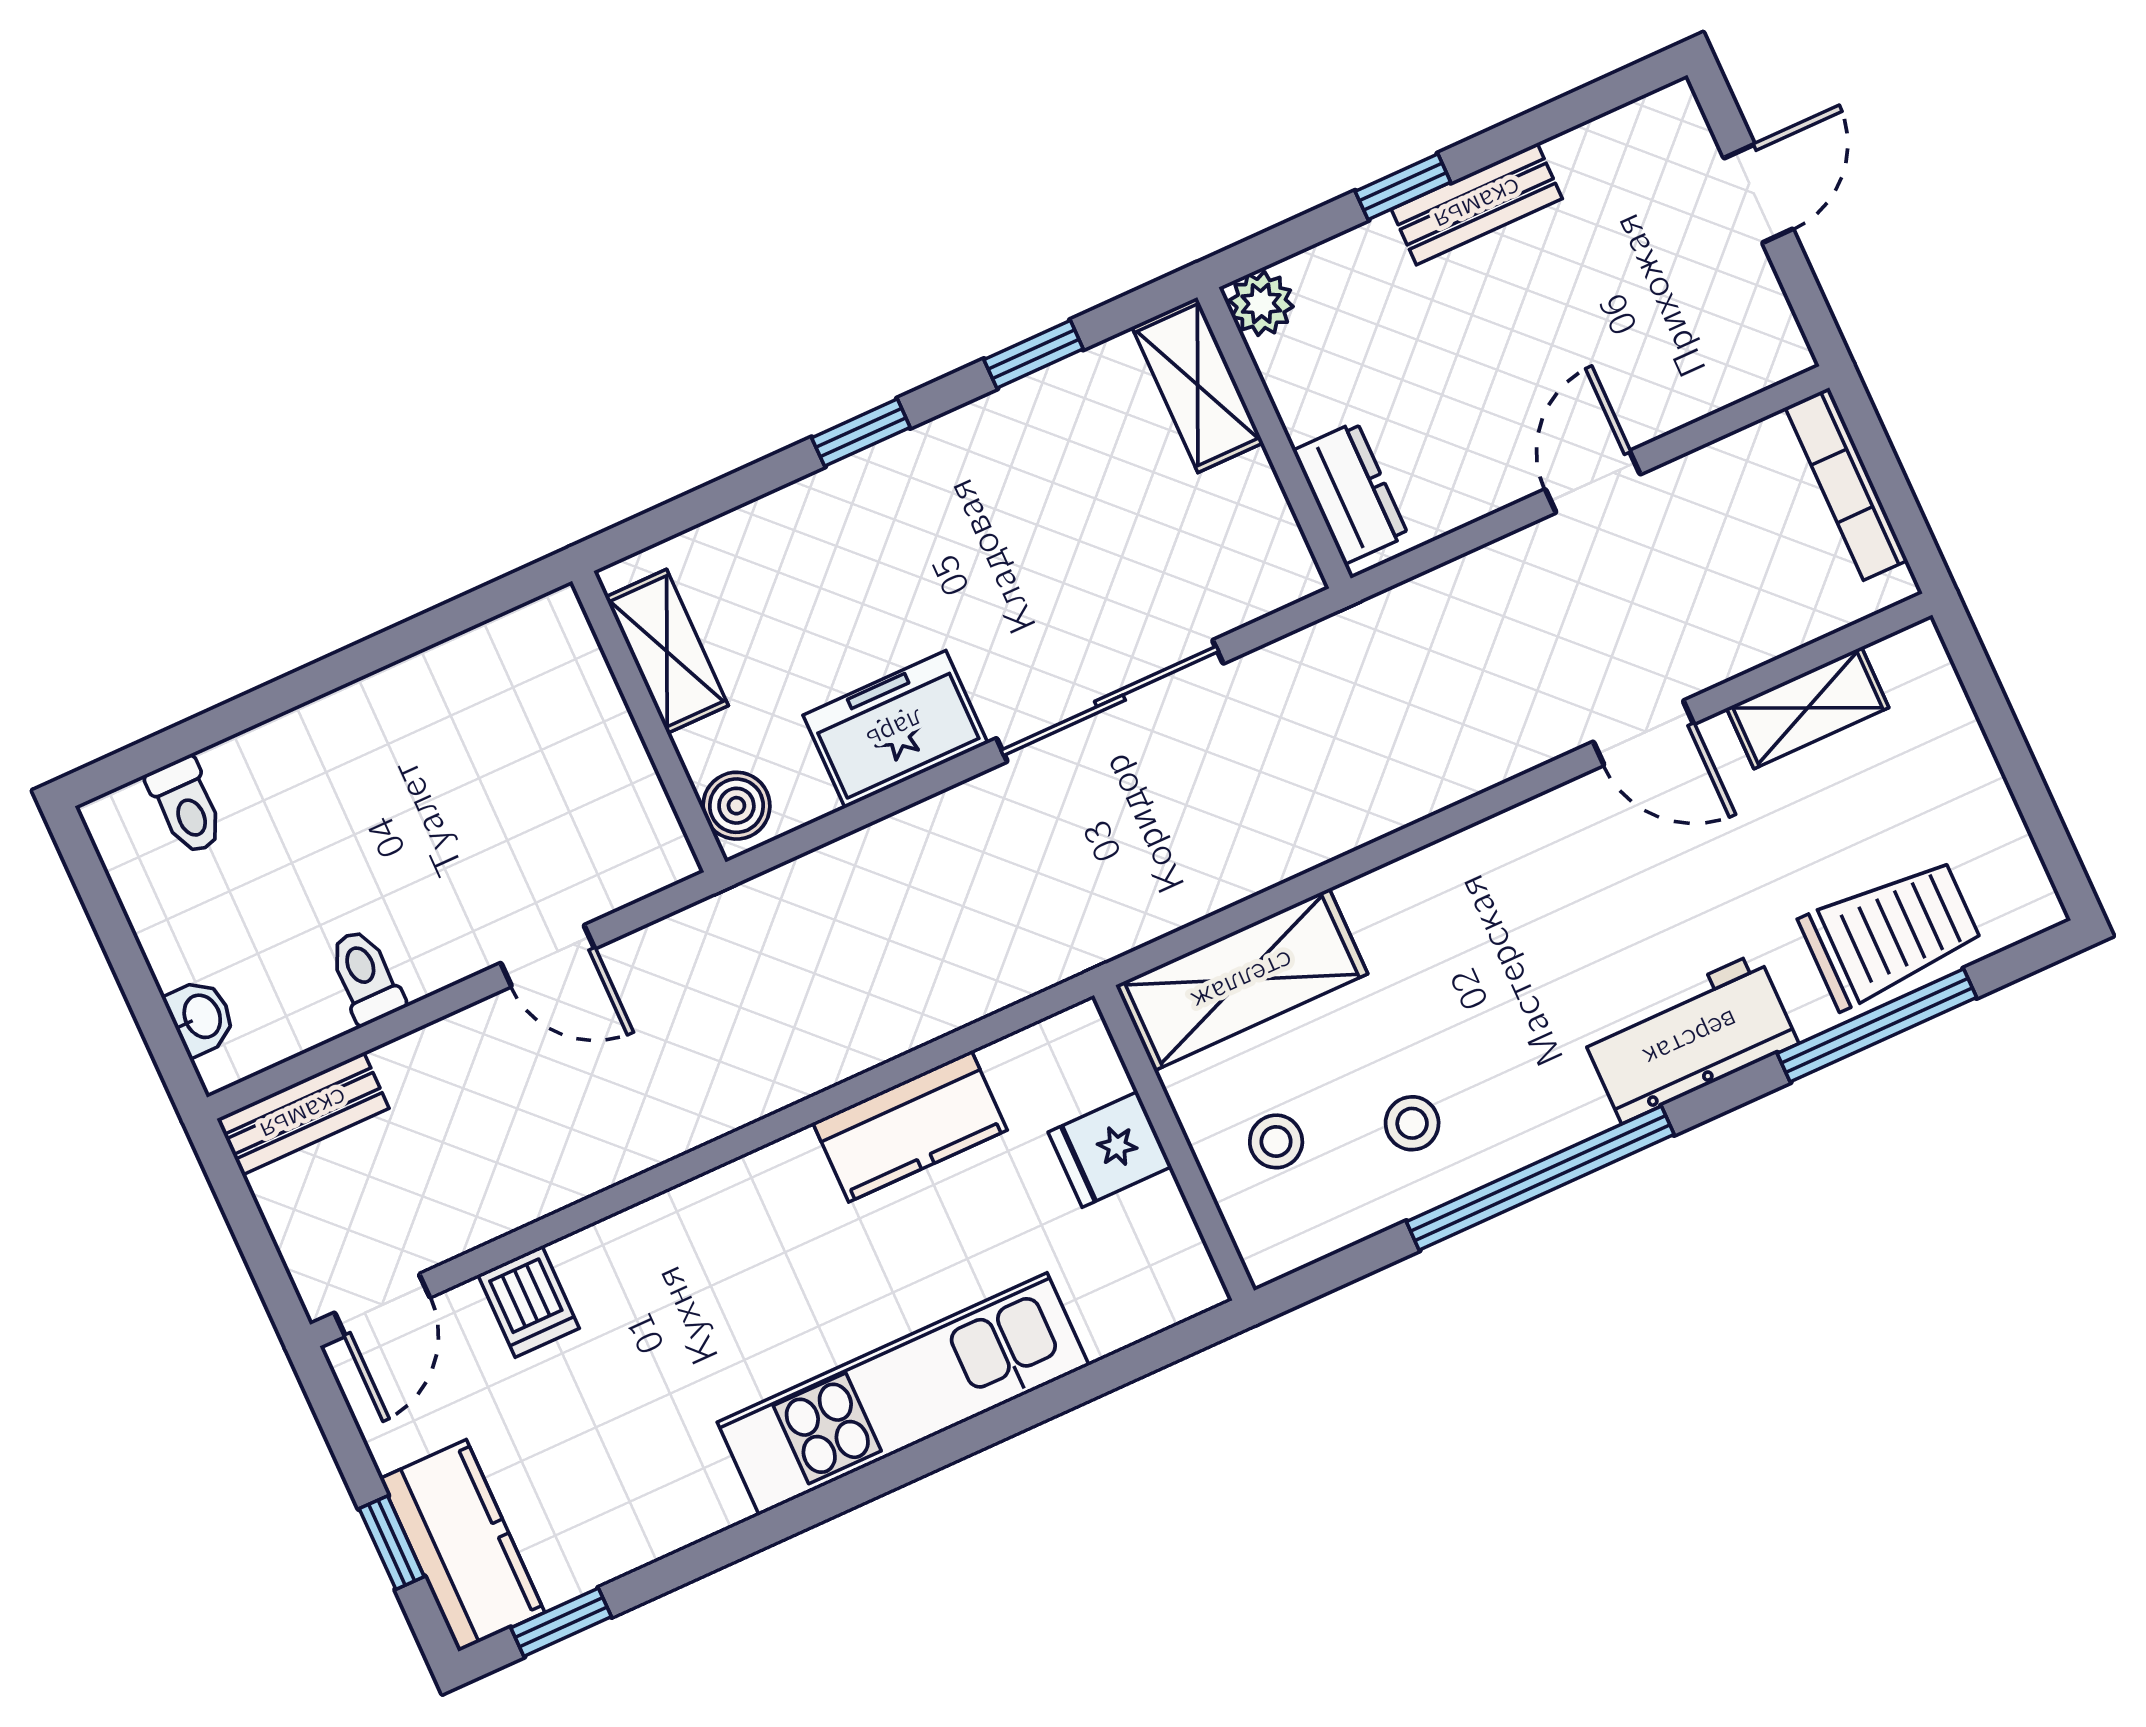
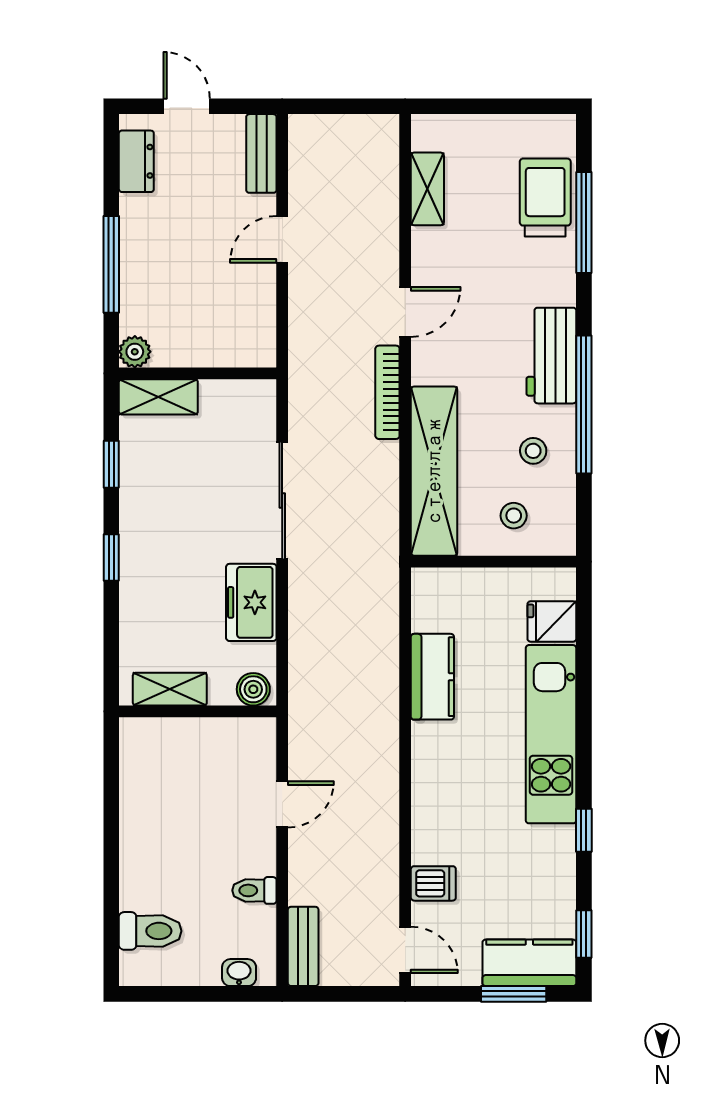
window: (1403, 187) -> (111, 264), width x2.17
bench: (1477, 204) -> (261, 153), moved
door: (1593, 482) -> (282, 239), hinge flipped
bookcase: (1846, 484) -> (387, 392), moved, turned 90
dresser: (1351, 493) -> (136, 161), moved, turned 90
door: (1644, 733) -> (405, 312), moved
toilet: (186, 806) -> (150, 931), width x1.37, depth x1.39
shelving: (1242, 980) -> (434, 471), width x1.47
workbench: (1690, 1038) -> (551, 356), moved
fridge: (1110, 1149) -> (552, 621), moved, turned 90
window: (753, 1535) -> (584, 830), added
window: (392, 1543) -> (514, 994), width x1.50

